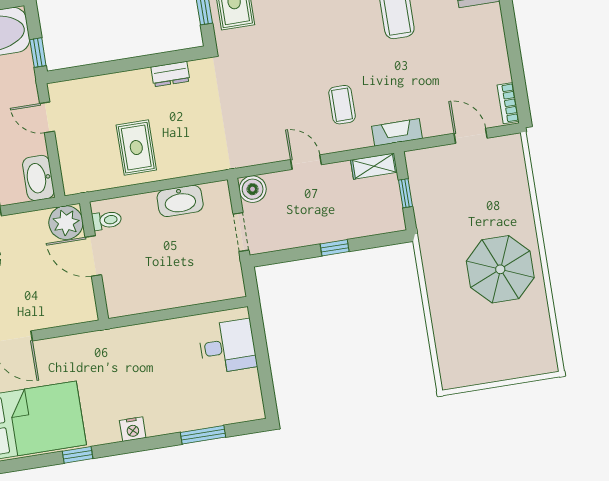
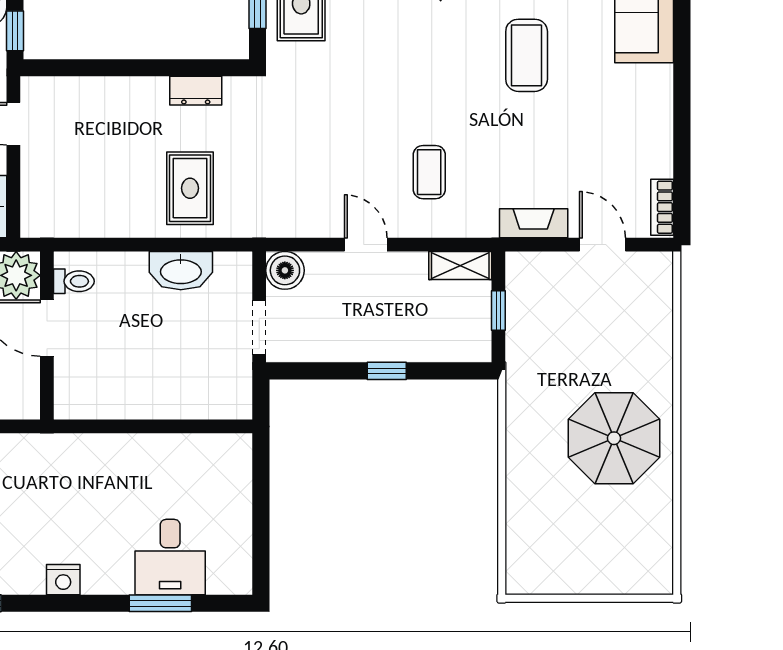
fireplace: (397, 132) -> (534, 223), moved
rug: (136, 148) -> (190, 188), moved
desk: (228, 346) -> (170, 557), moved, turned 90

